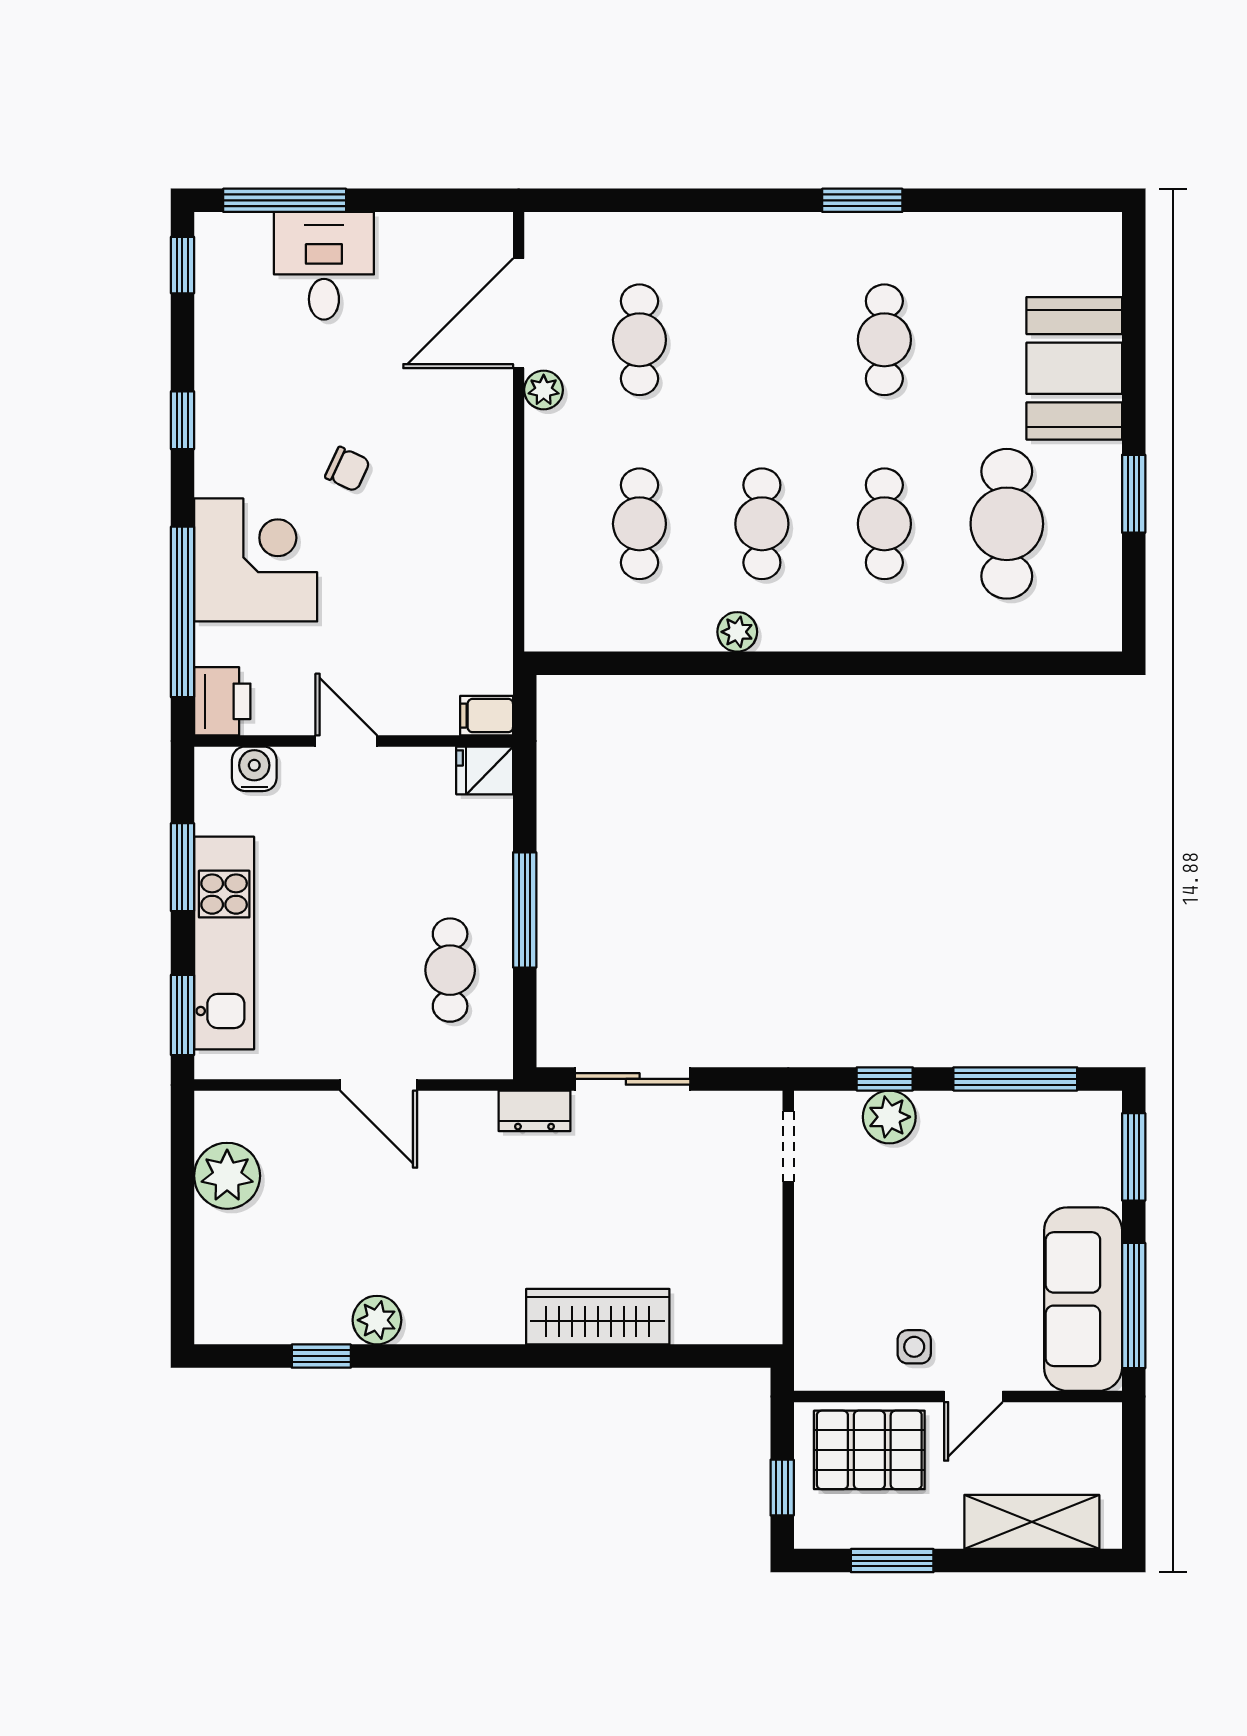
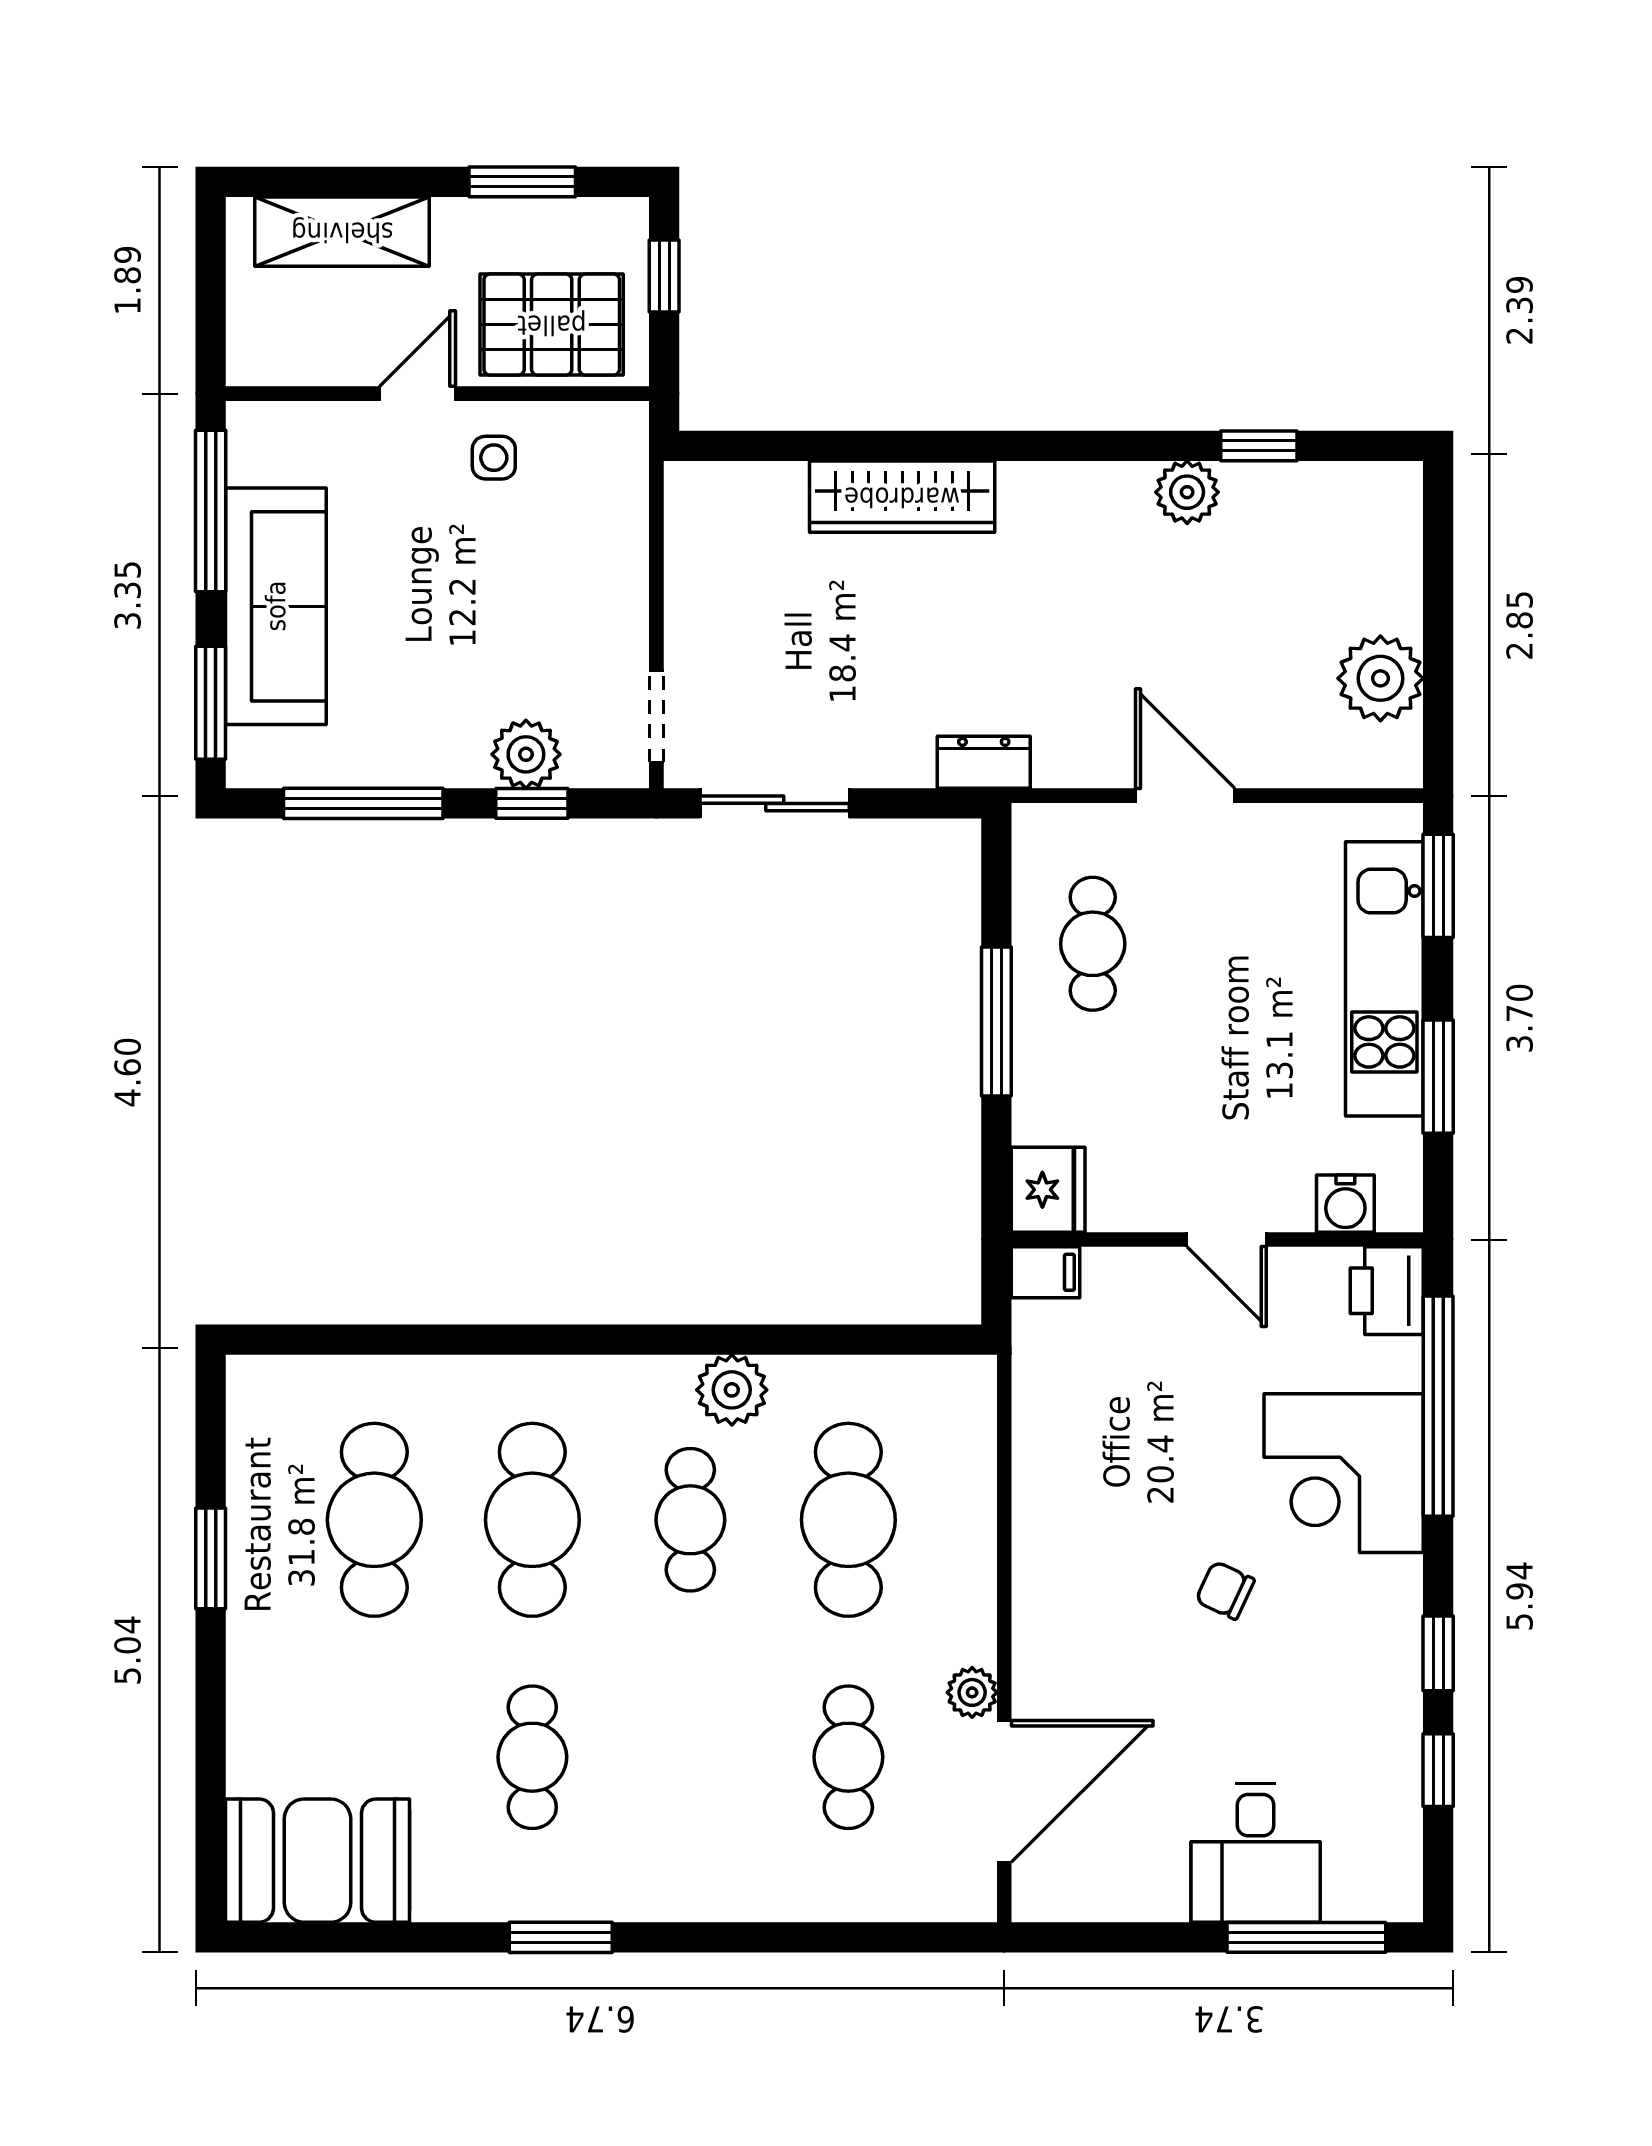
window: (182, 265) -> (1438, 1770), moved
booth: (1074, 368) -> (317, 1861), moved, turned 90
cafe table: (639, 524) -> (848, 1520), width x1.37, depth x1.35
cafe table: (884, 524) -> (532, 1520), width x1.37, depth x1.35
plant: (737, 632) -> (732, 1390), width x1.38, depth x1.38
fridge: (485, 770) -> (1048, 1190), width x1.38
sliding door: (633, 1079) -> (775, 803), moved
sofa: (1083, 1299) -> (276, 606), moved

